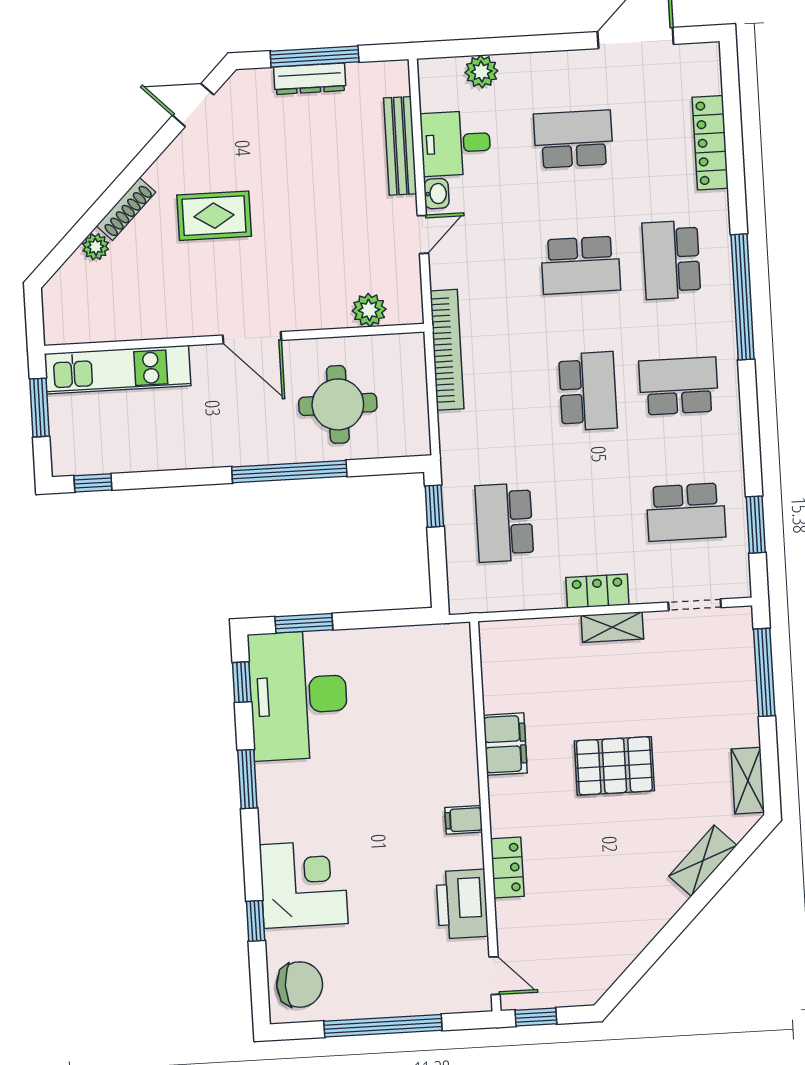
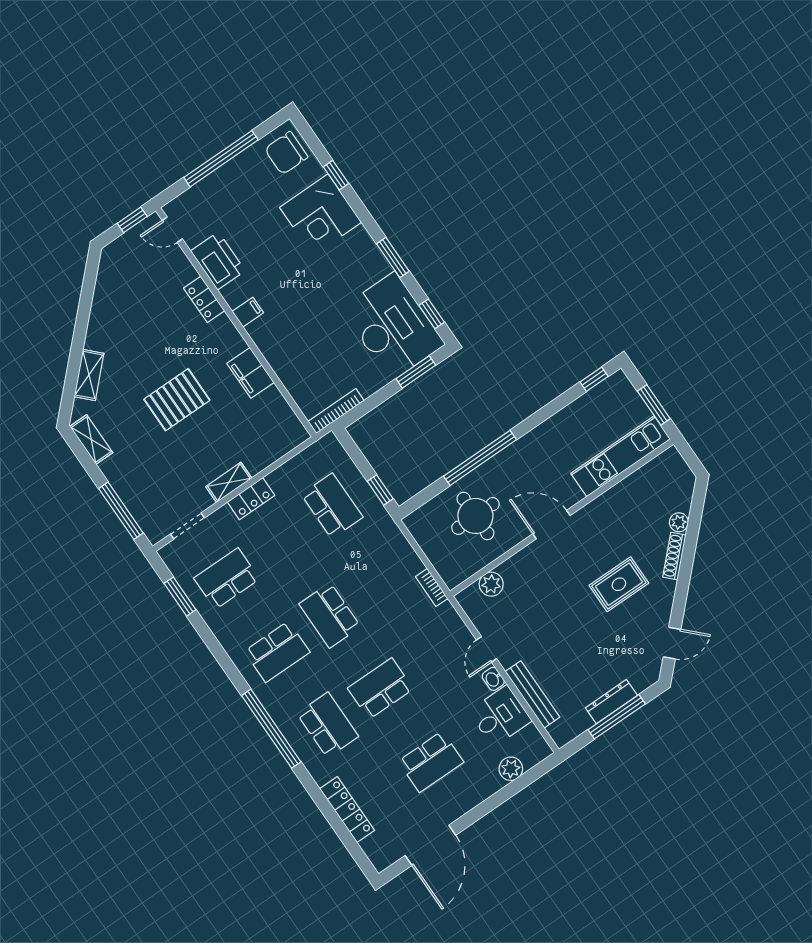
bookcase: (447, 350) -> (432, 587), width x0.43, depth x0.76
bookcase: (430, 635) -> (336, 411), added

